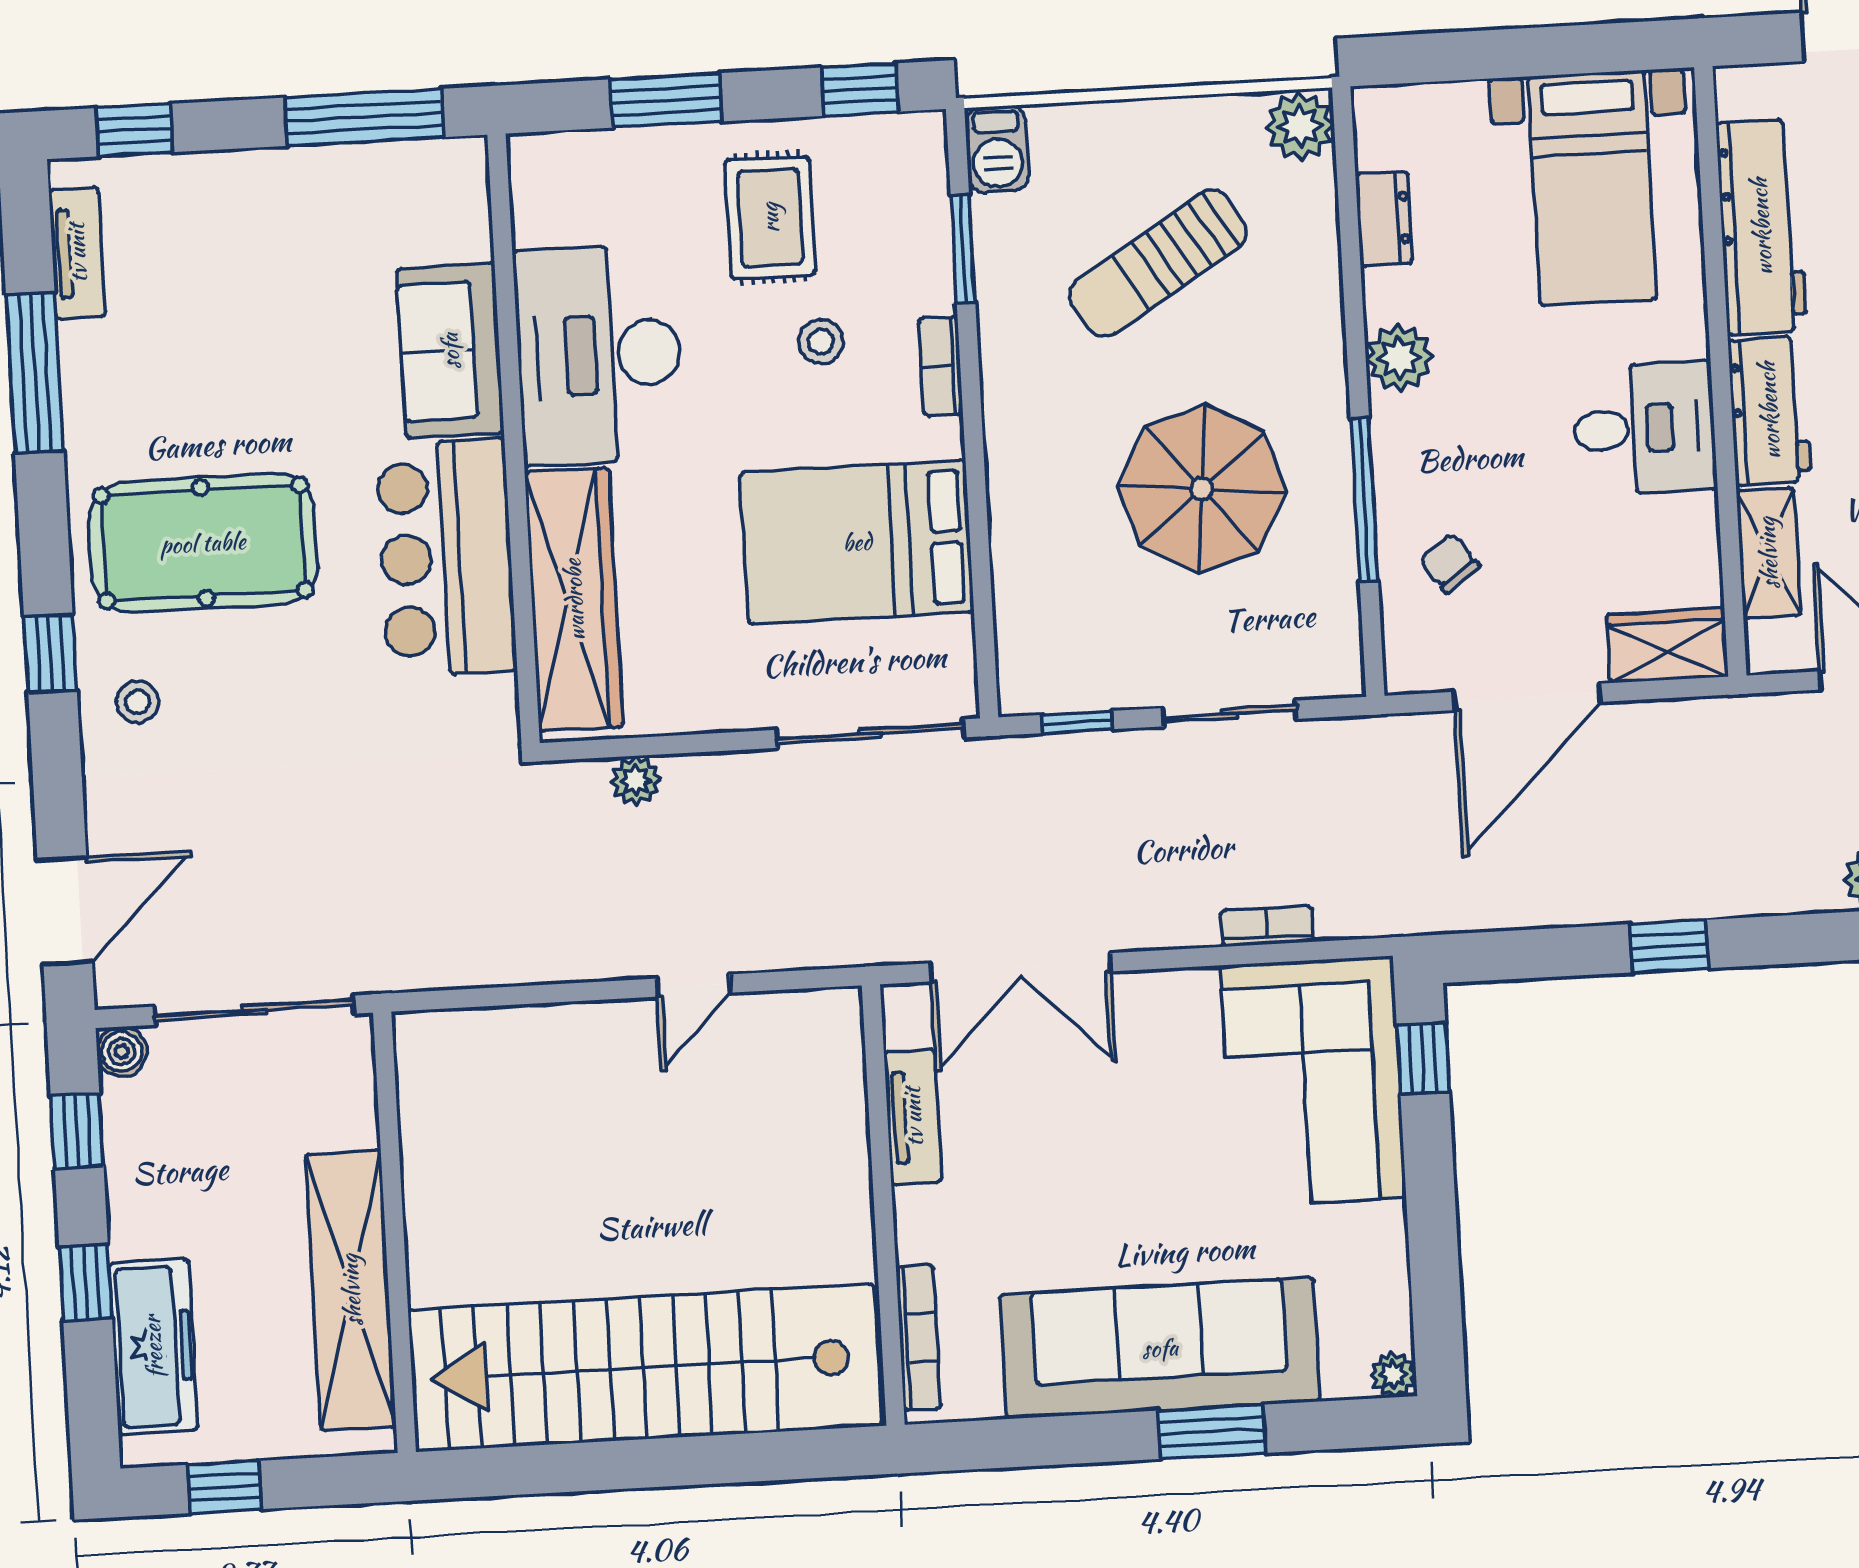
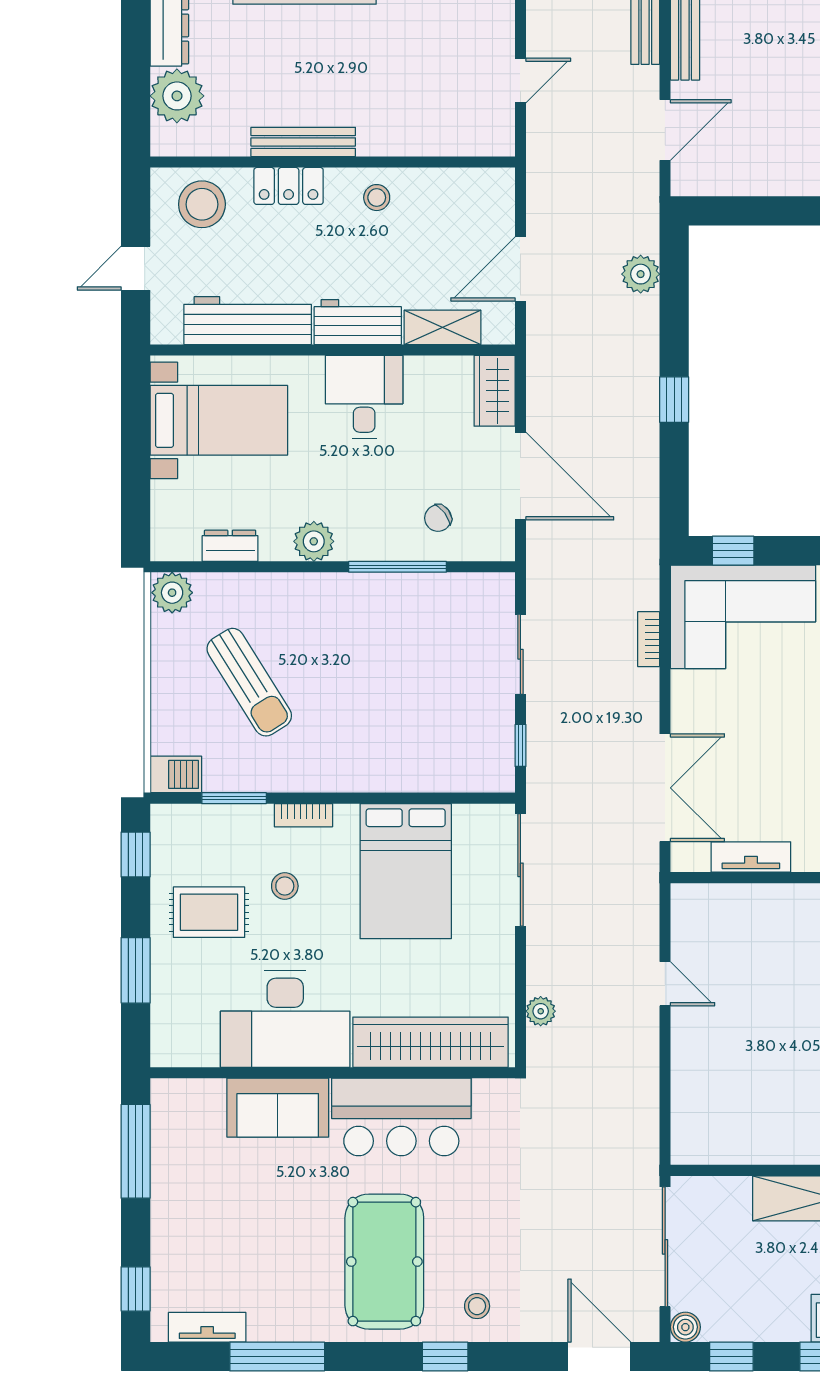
parasol: (1202, 489) -> (386, 663), removed

